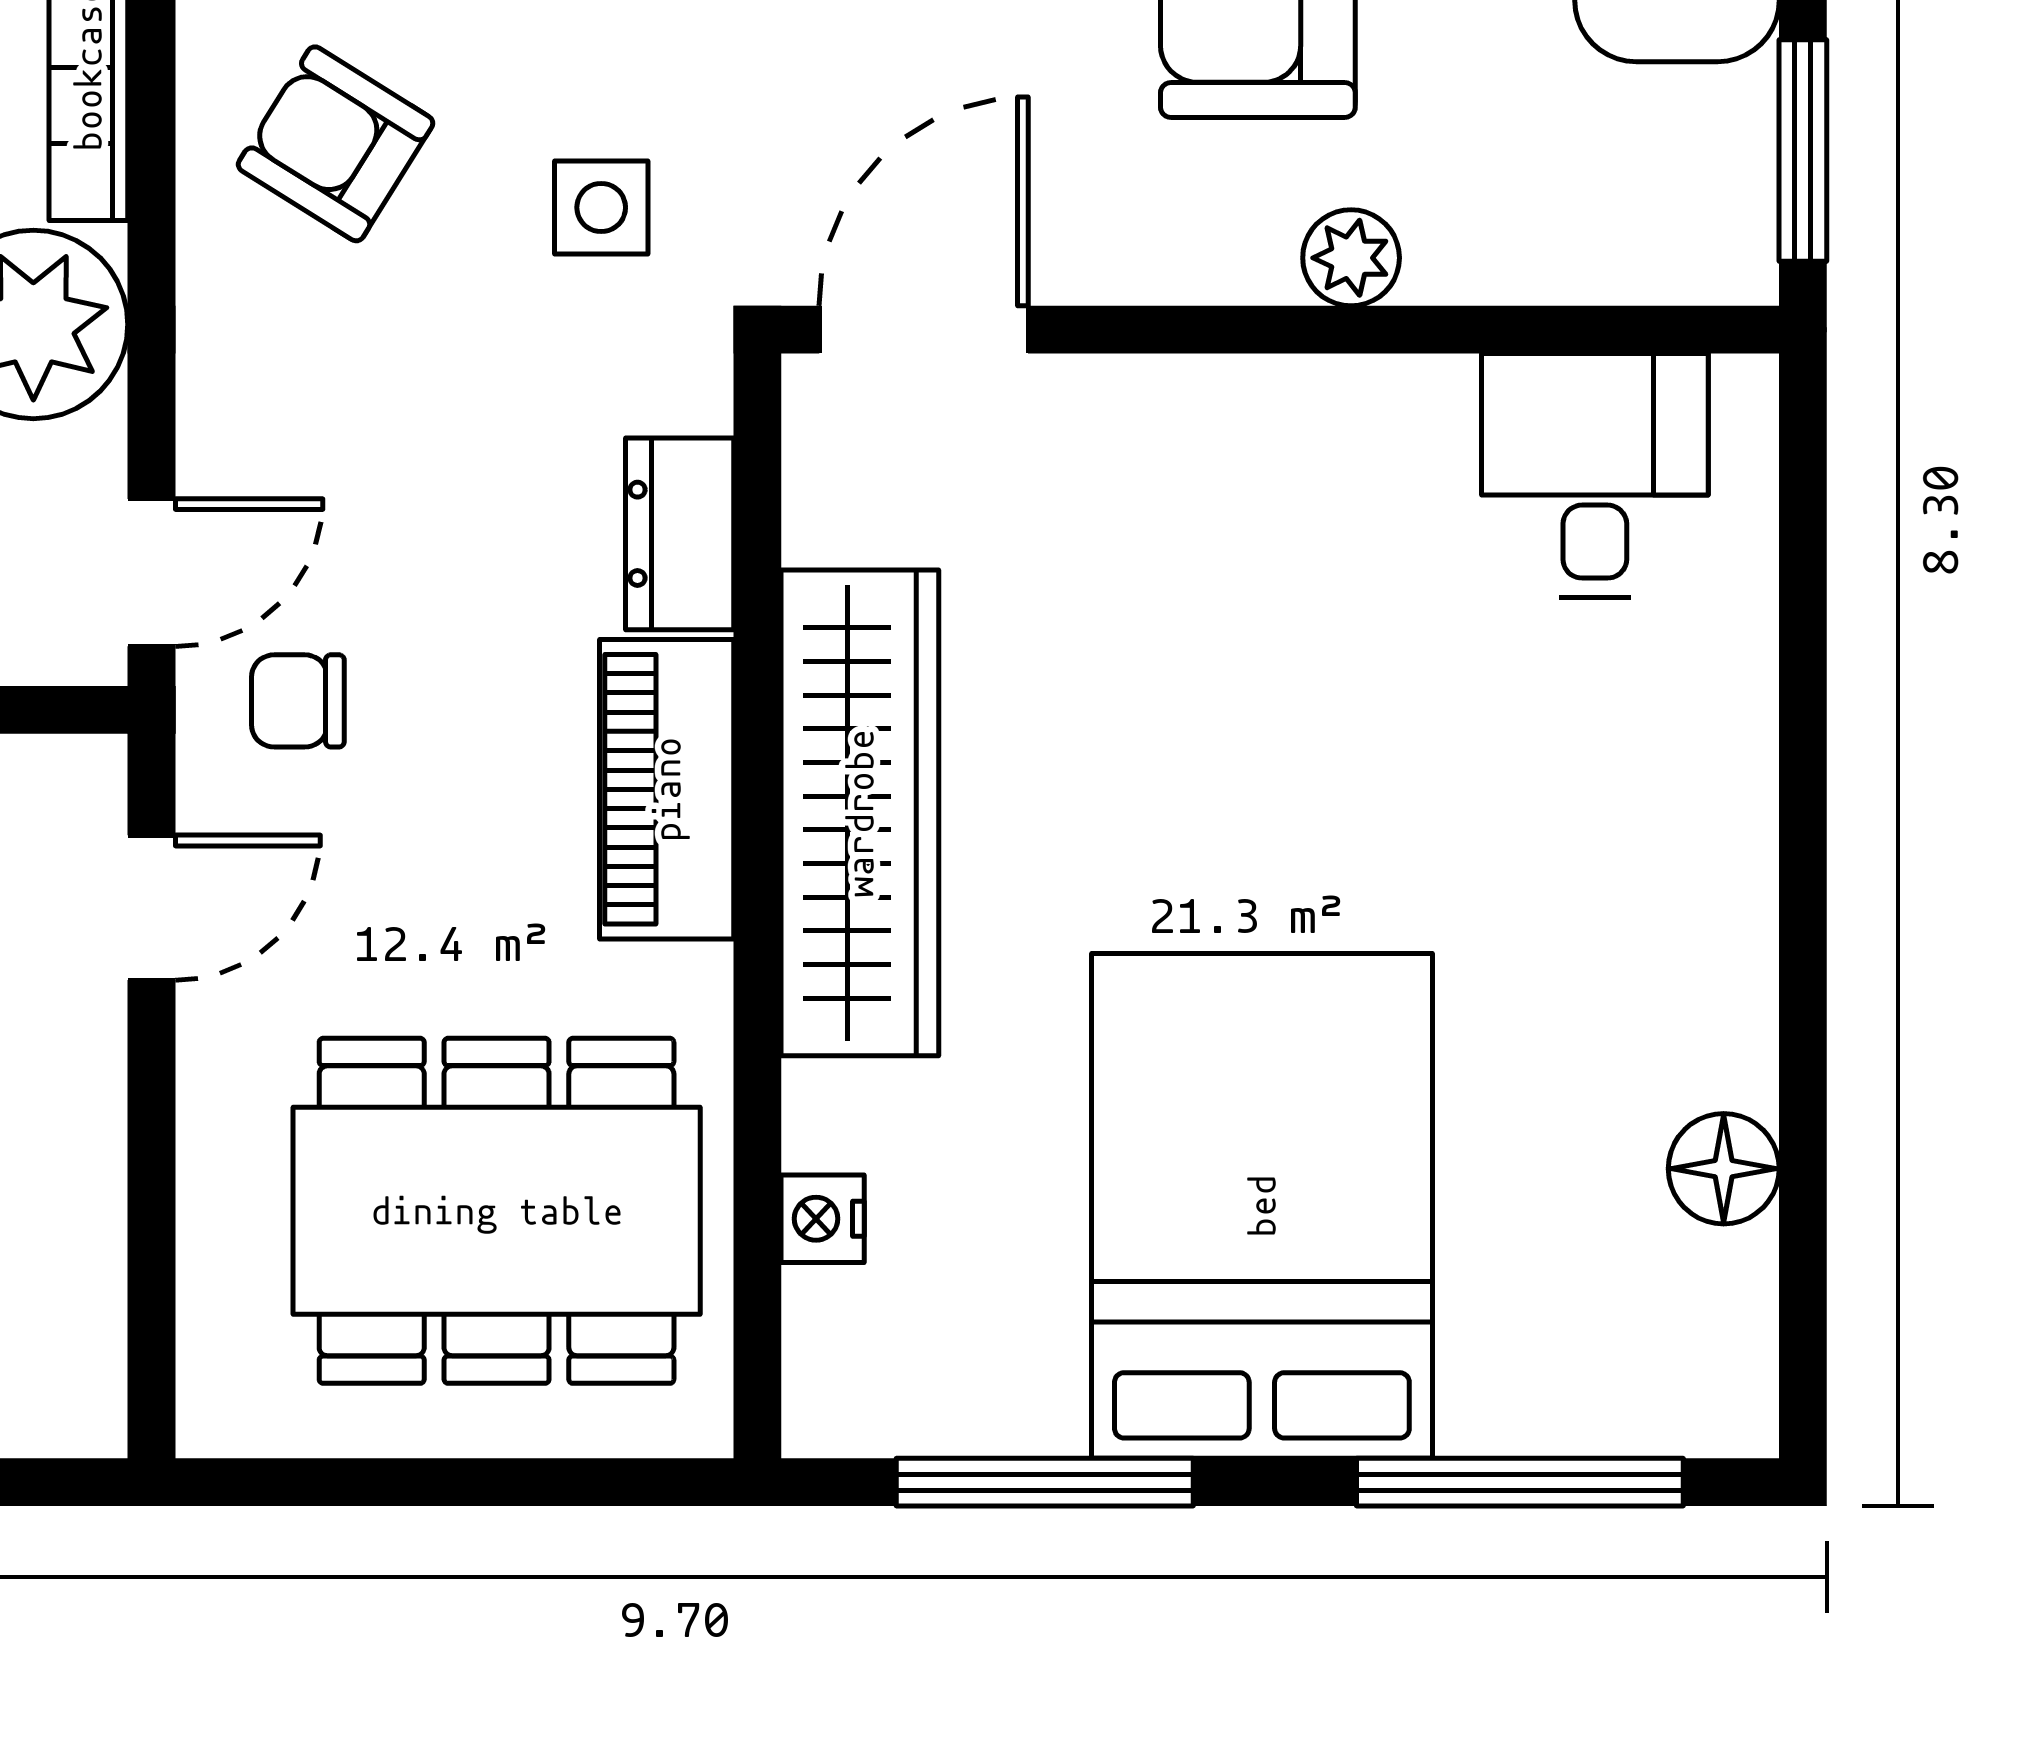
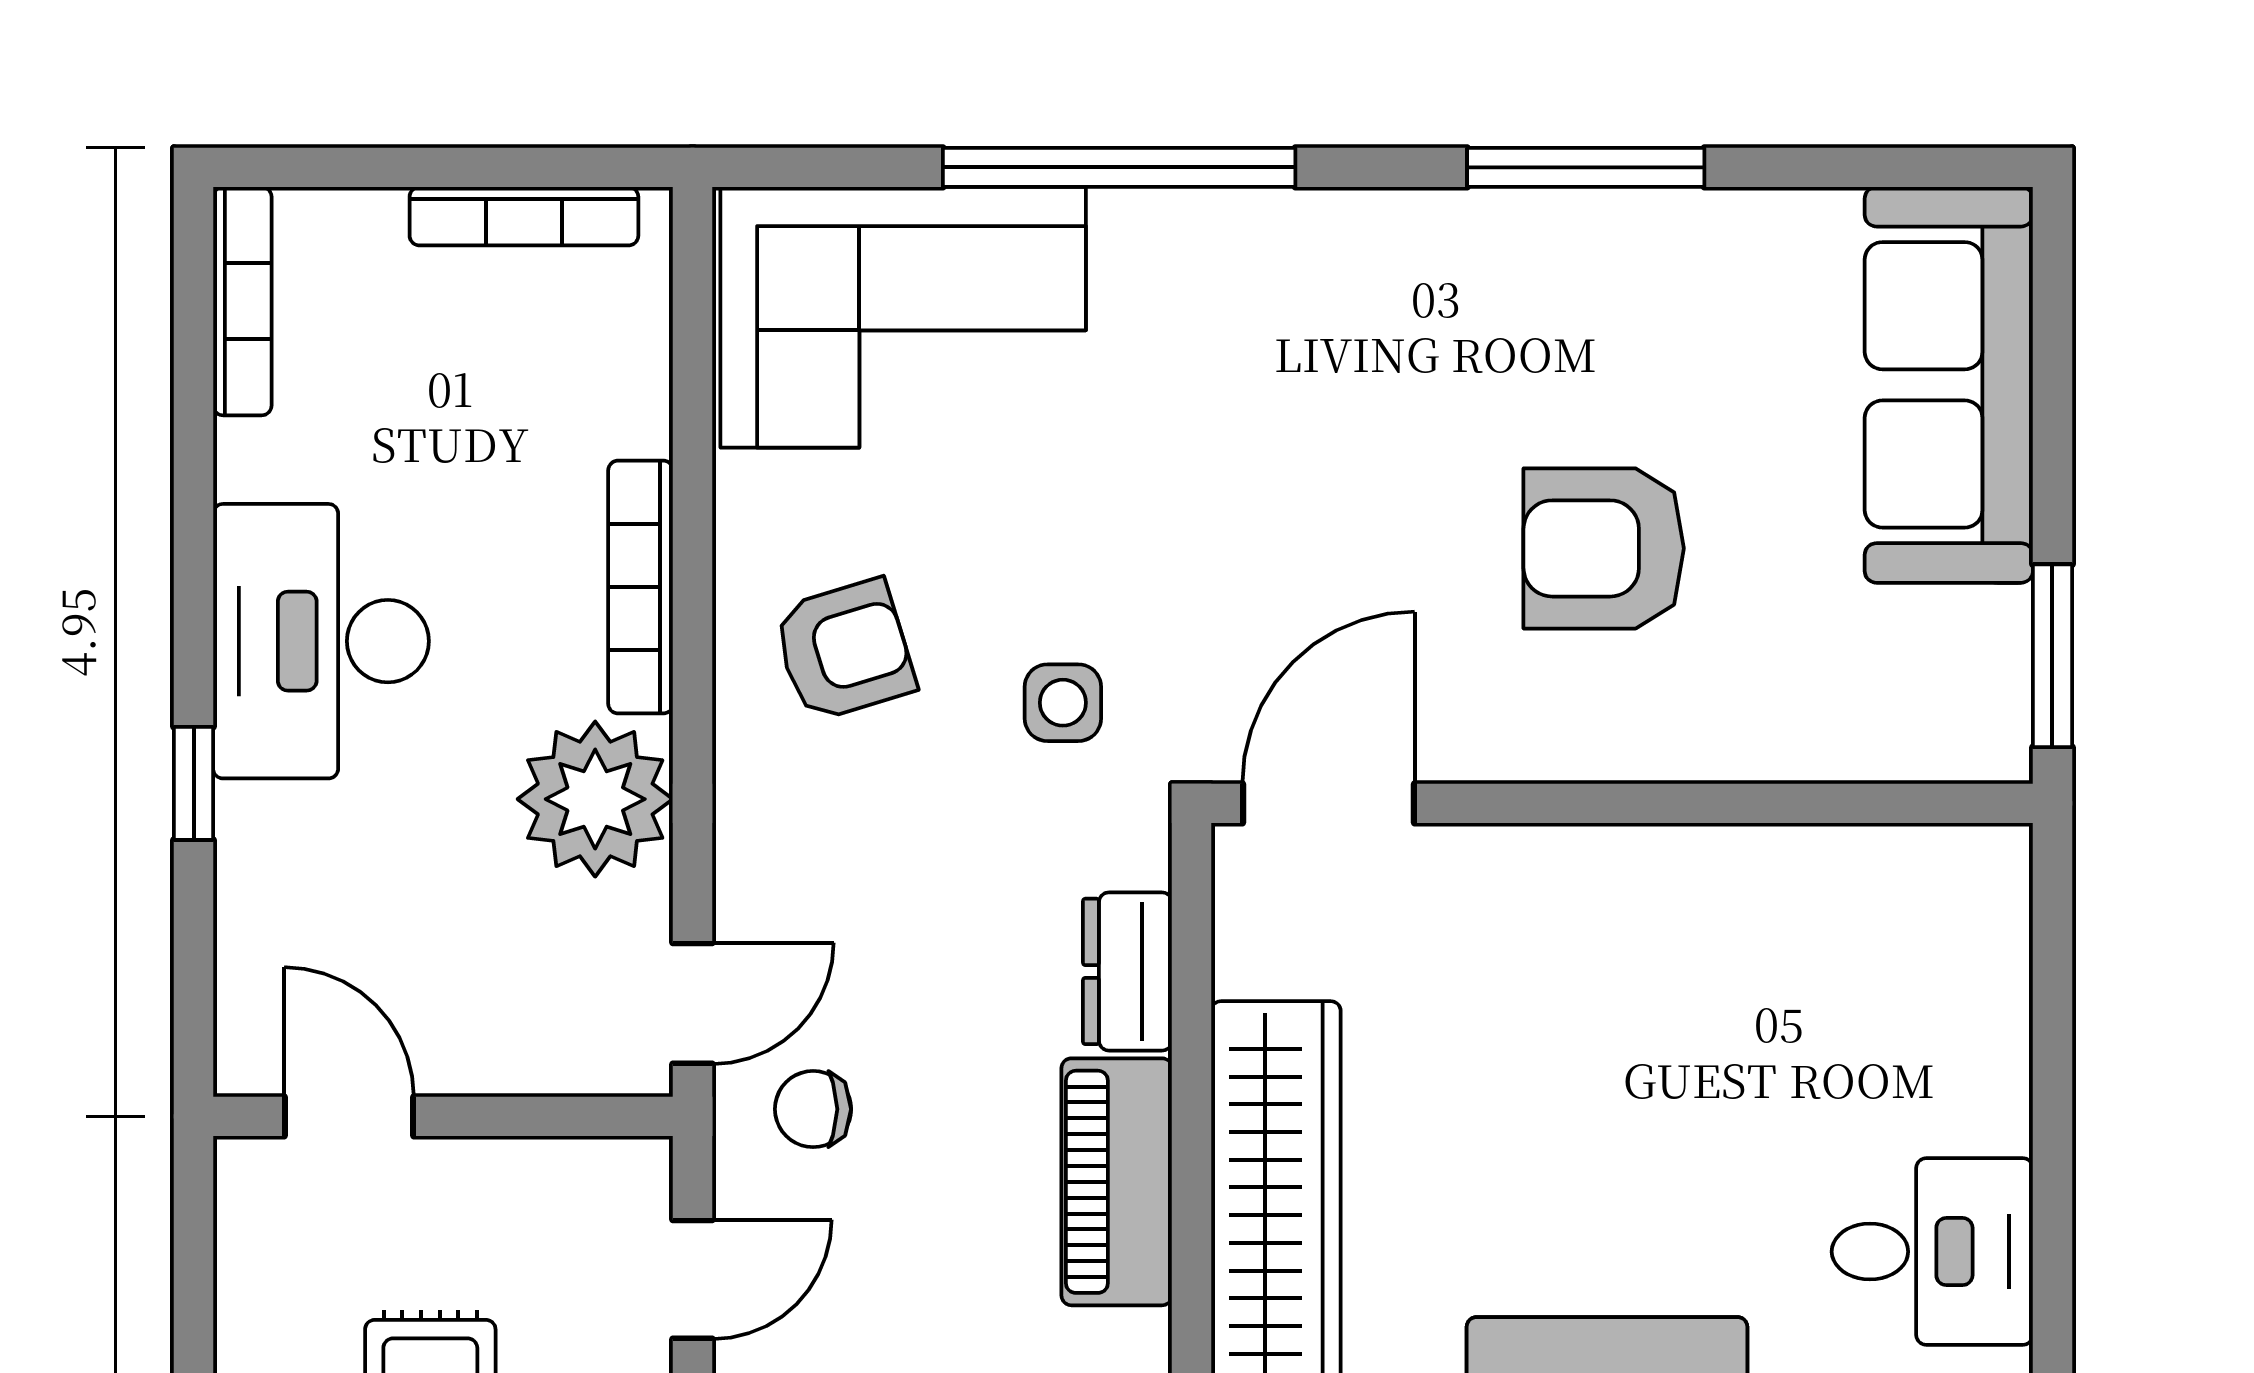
armchair: (336, 144) -> (844, 650), turned 131
plant: (1351, 258) -> (1680, 744), removed
desk: (1595, 476) -> (1932, 1252), moved, turned 90

